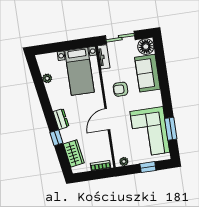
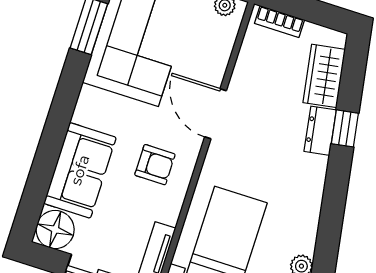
dresser: (61, 119) -> (320, 131), moved
door: (107, 119) -> (215, 114), swing flipped

